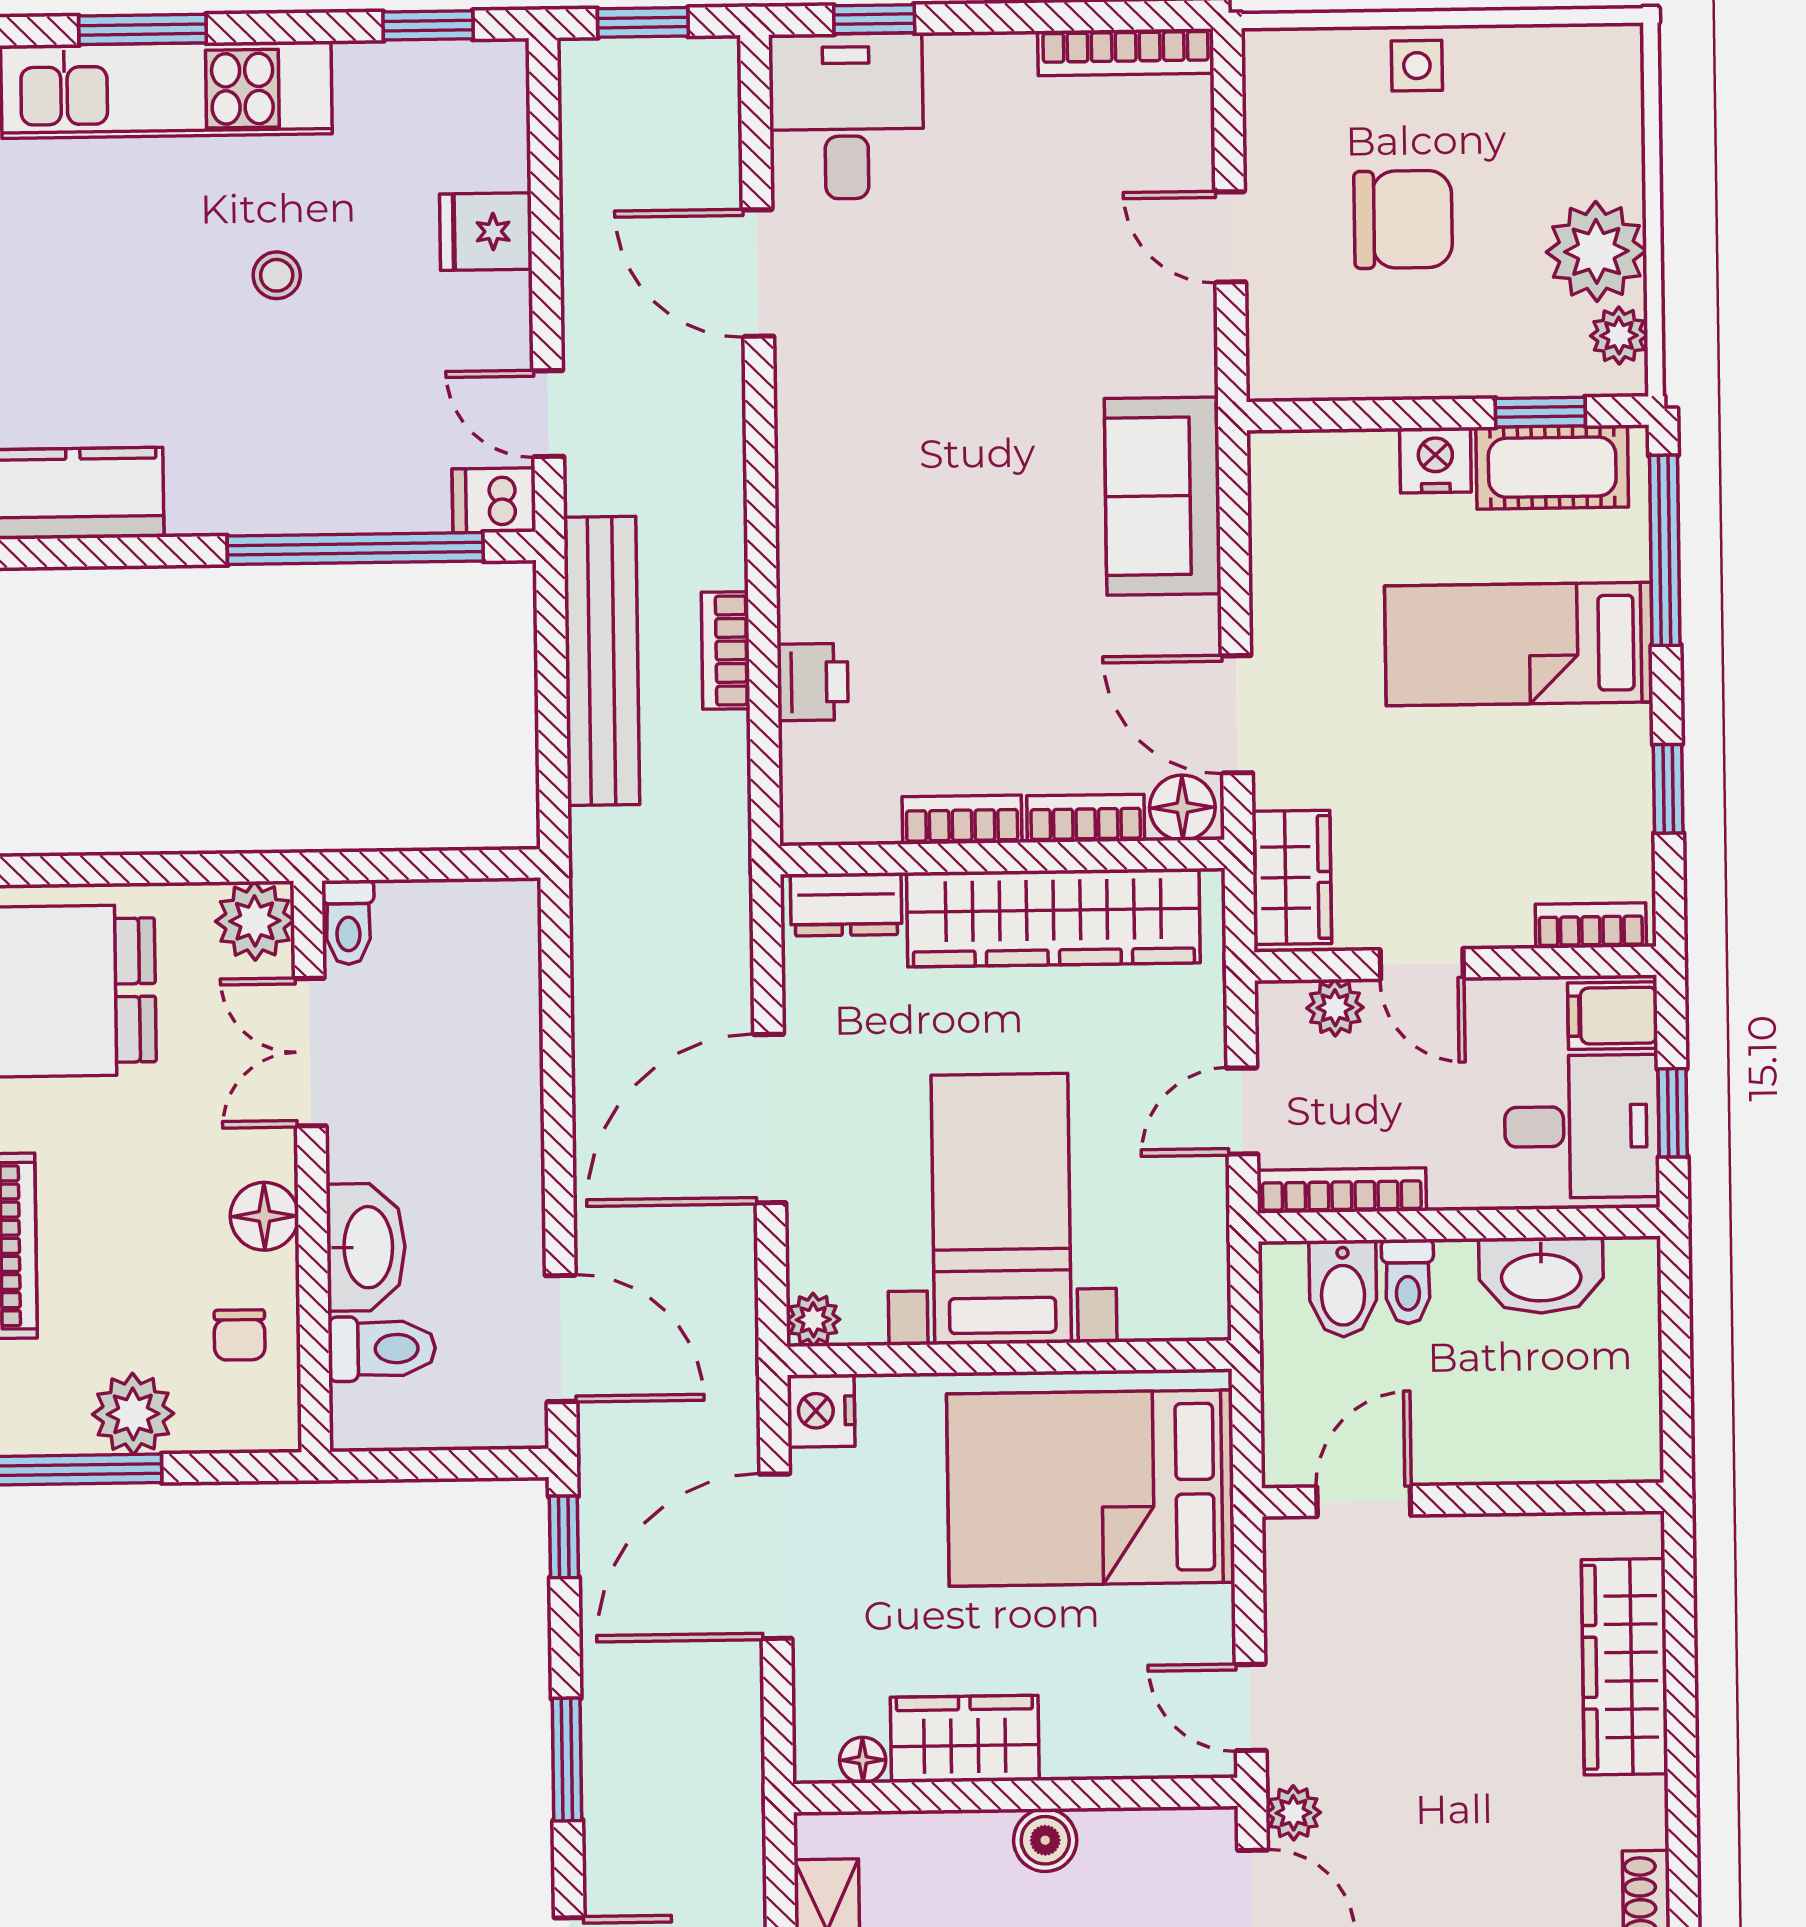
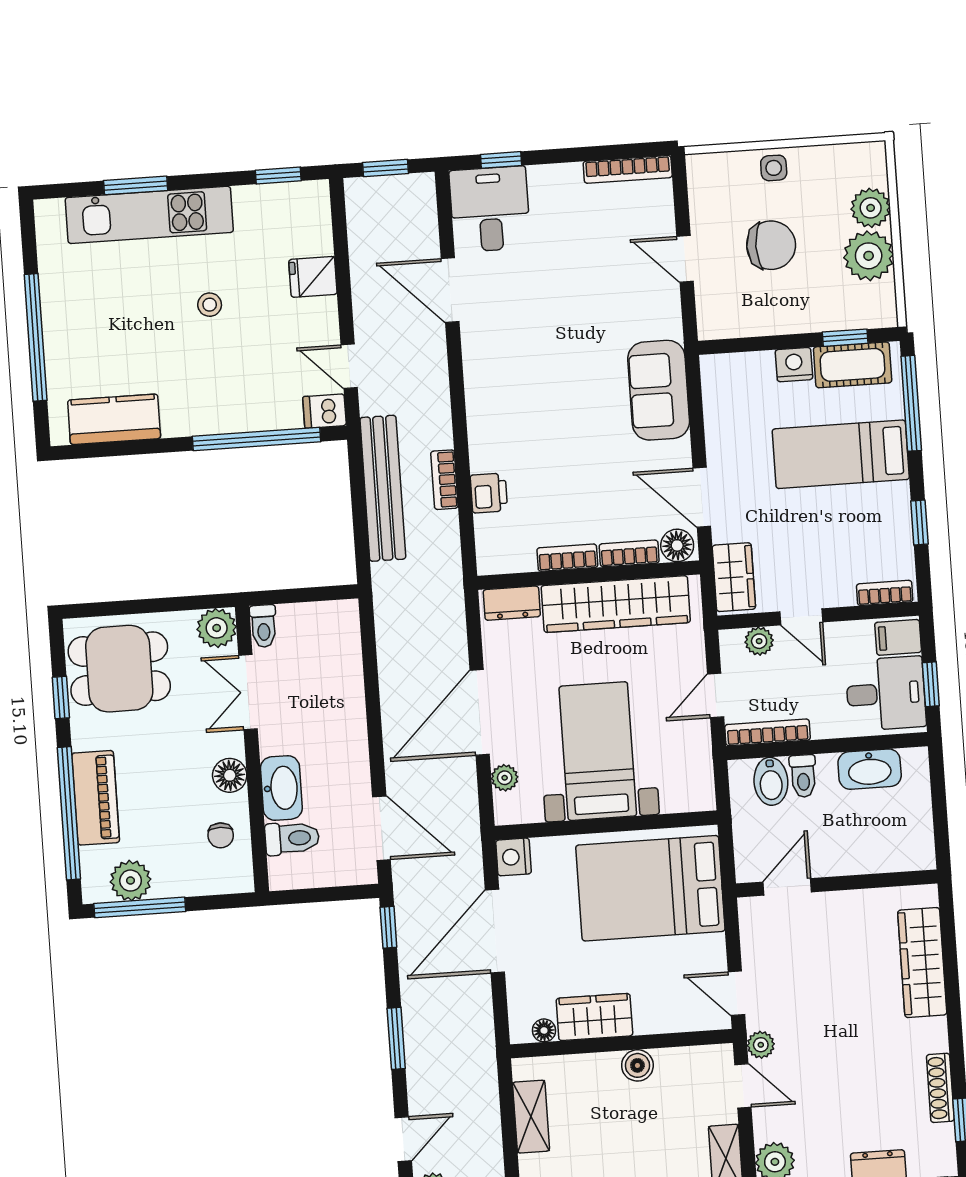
plant: (1619, 336) -> (871, 208), moved, width x1.38, depth x1.38
plant: (813, 1320) -> (505, 778), moved
plant: (133, 1414) -> (131, 881), moved

